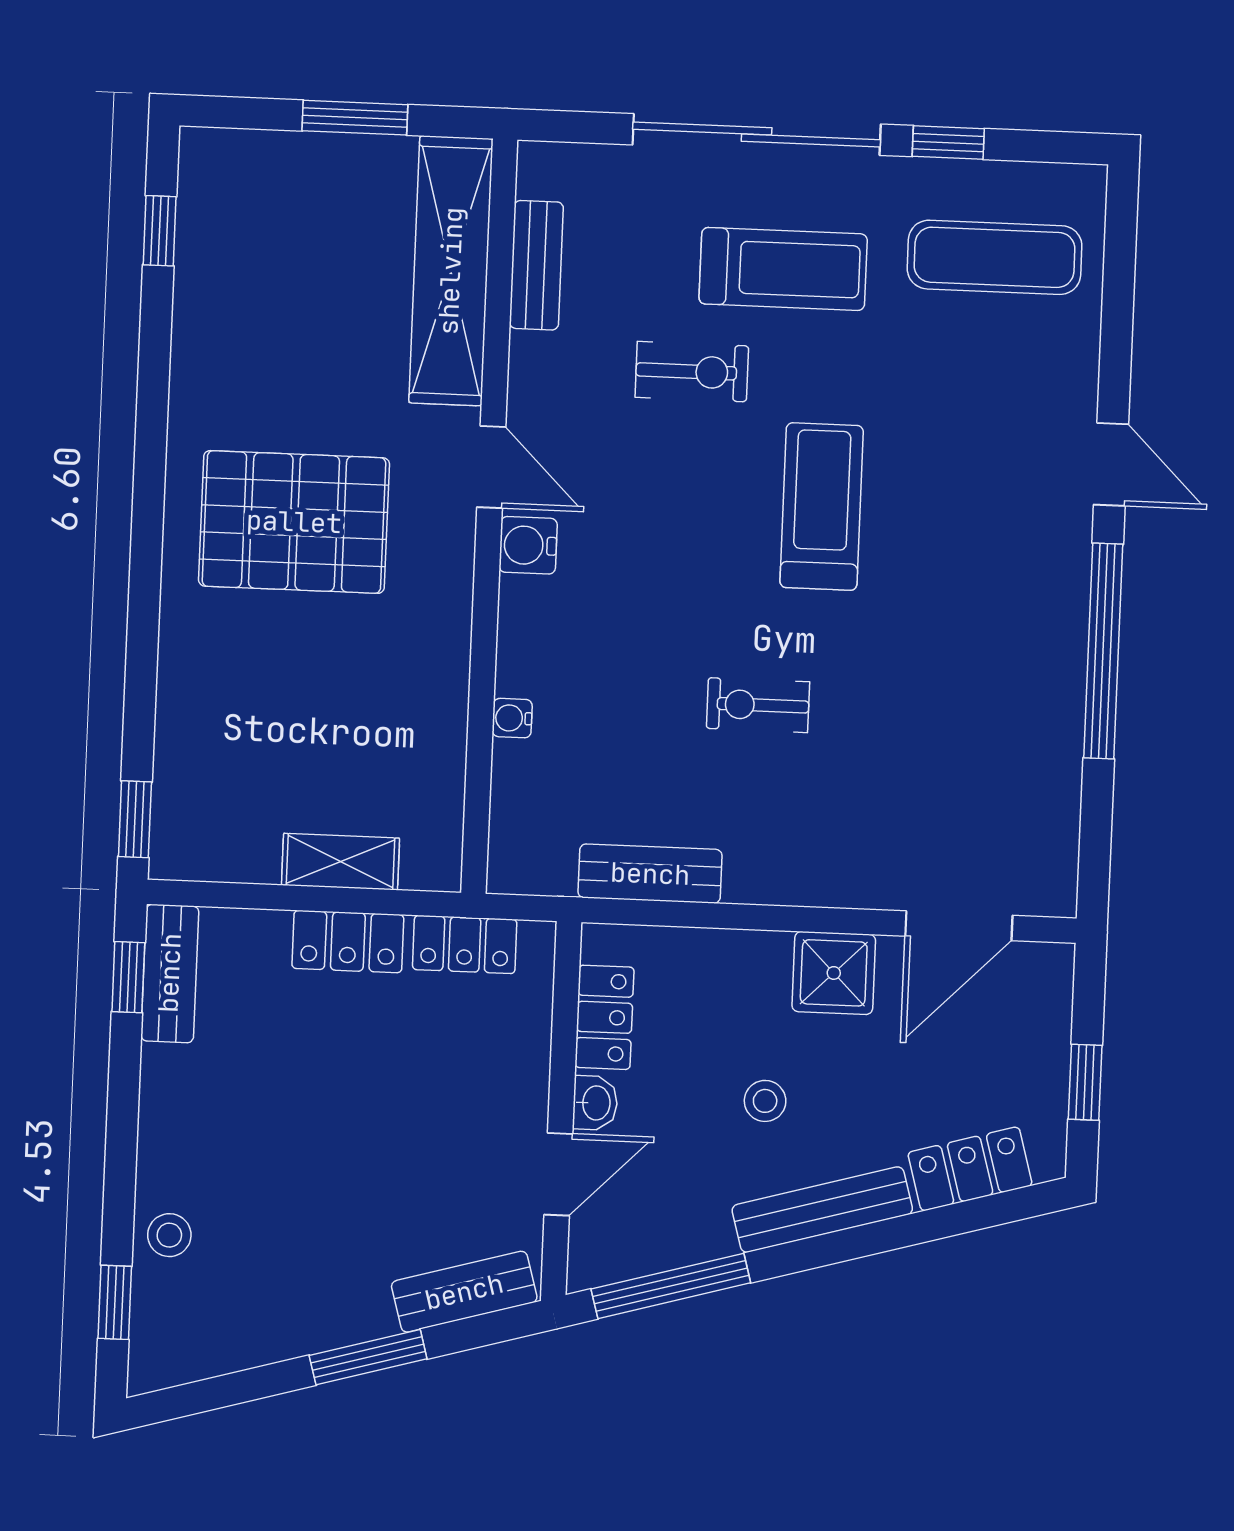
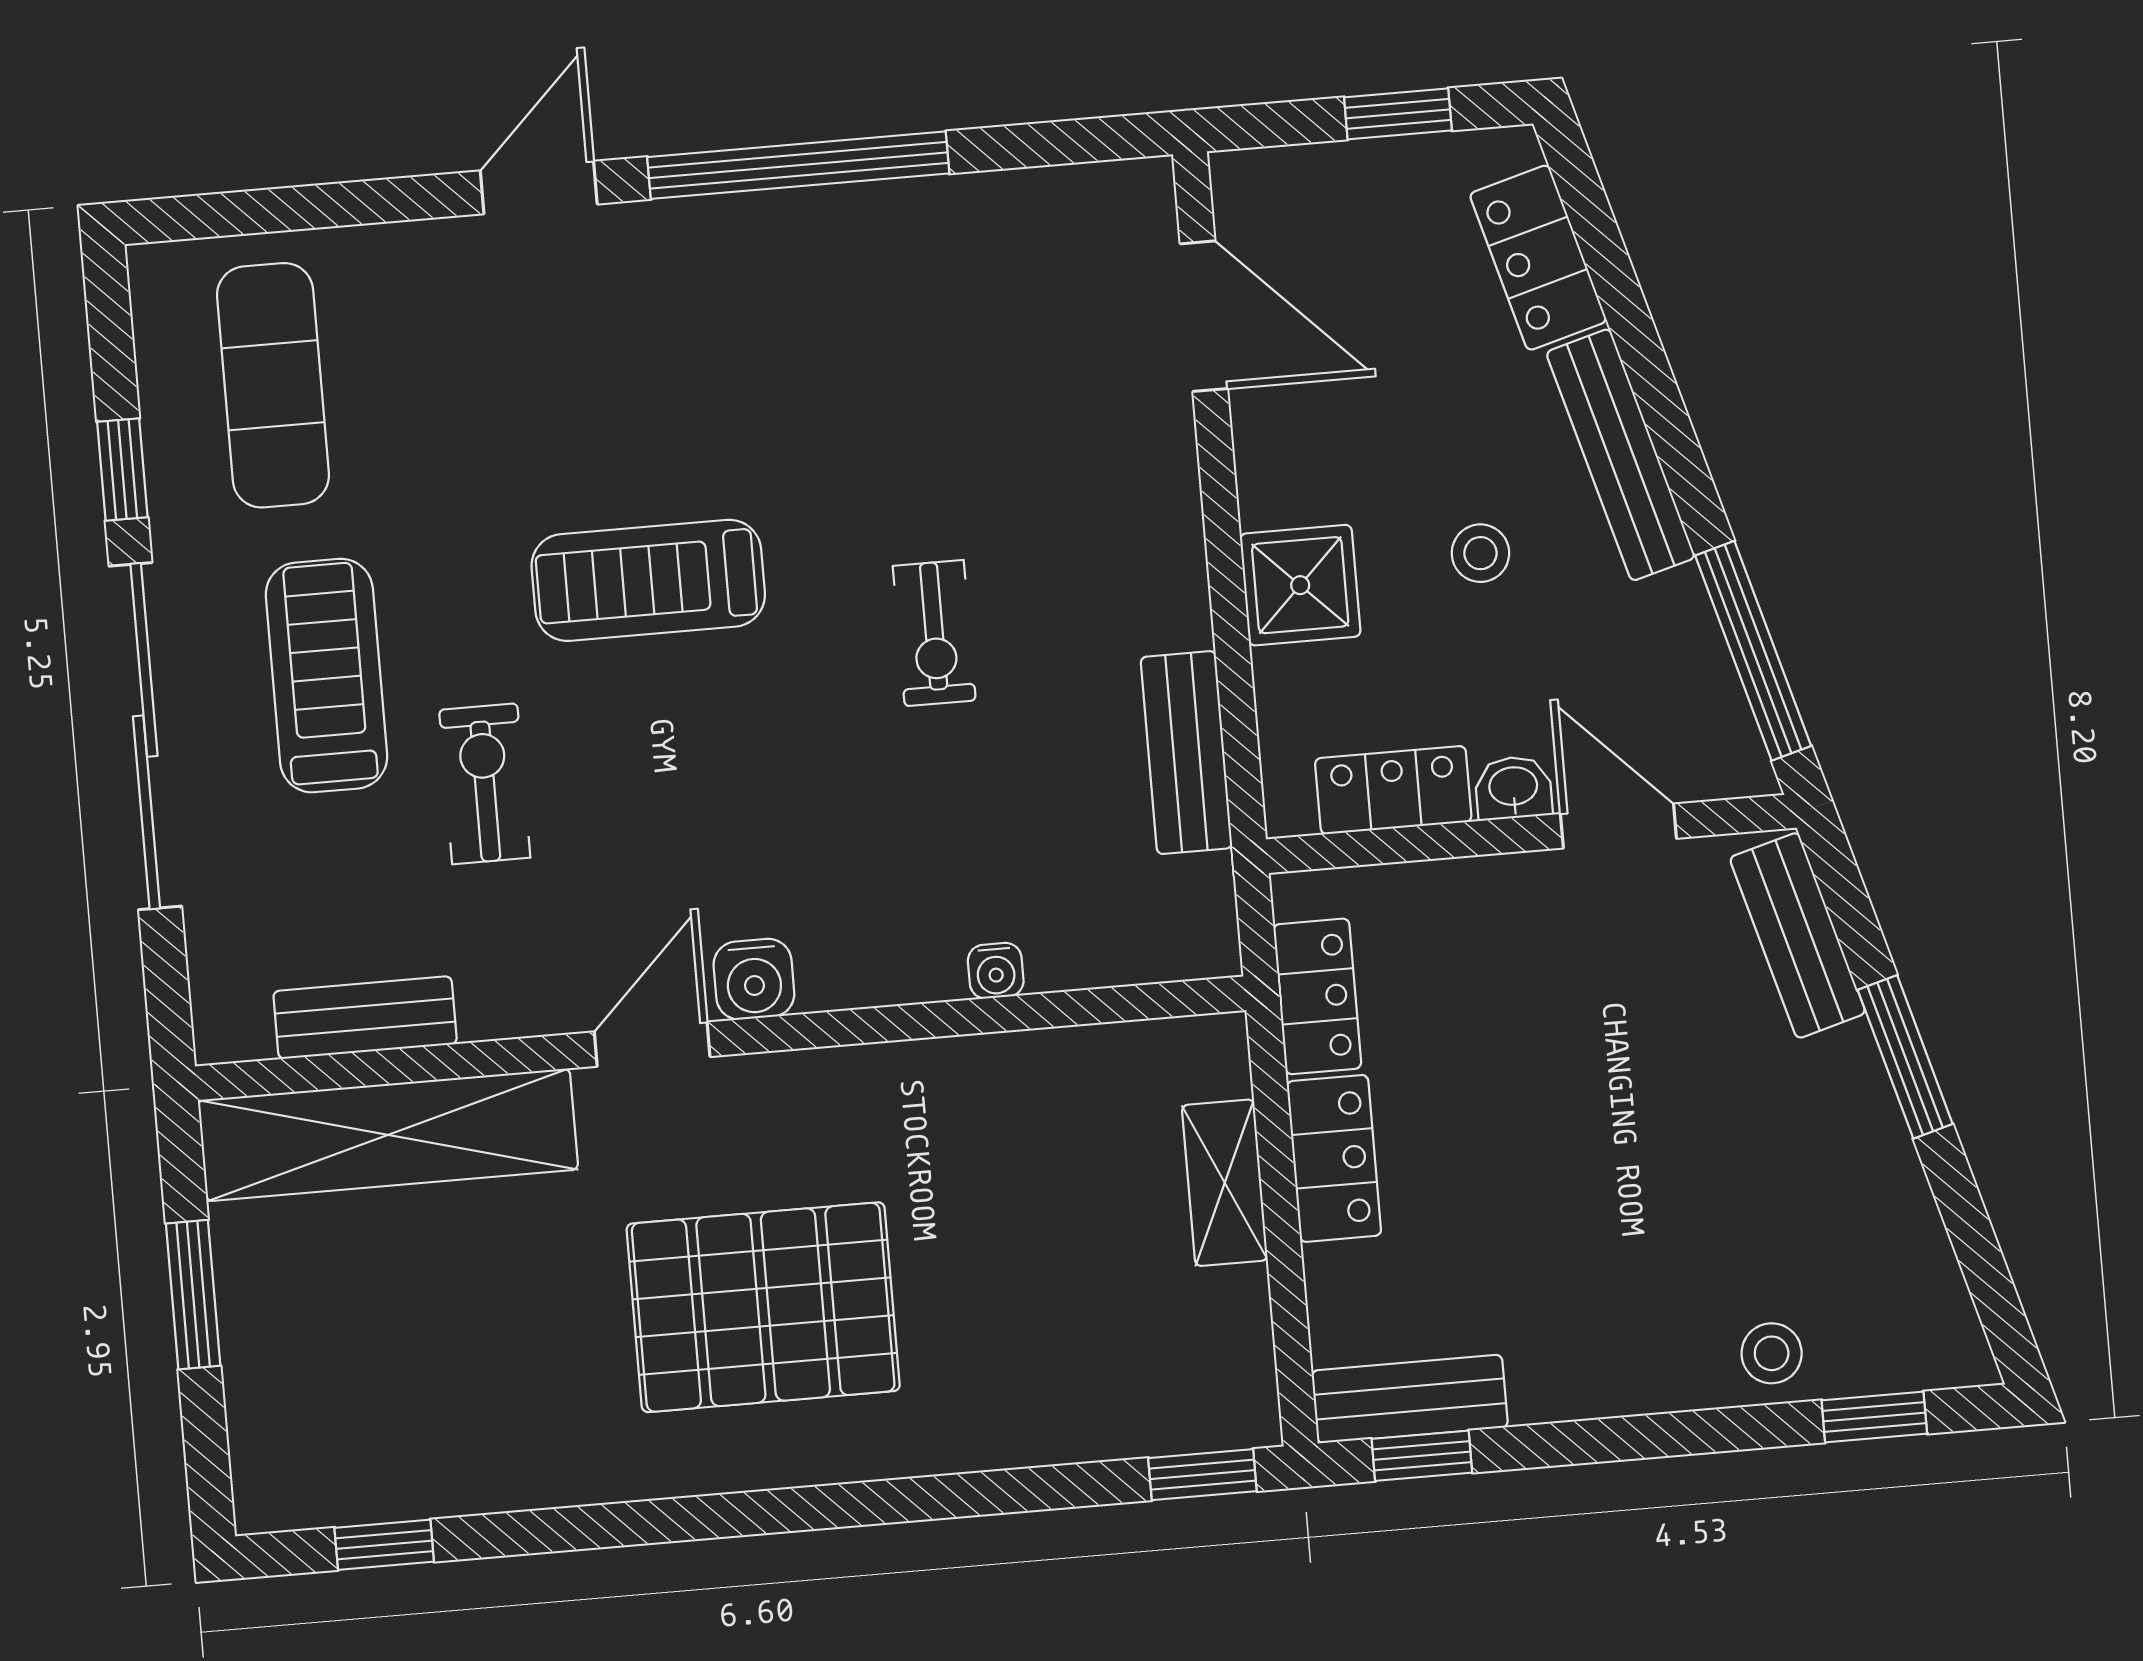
pallet: (294, 522) -> (763, 1307), turned 90
shower: (834, 973) -> (1300, 585), moved

